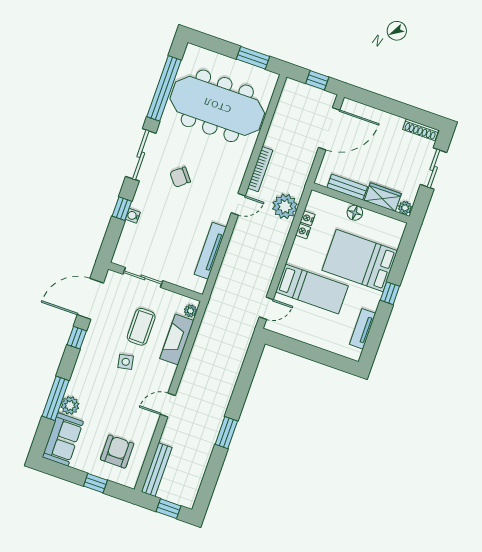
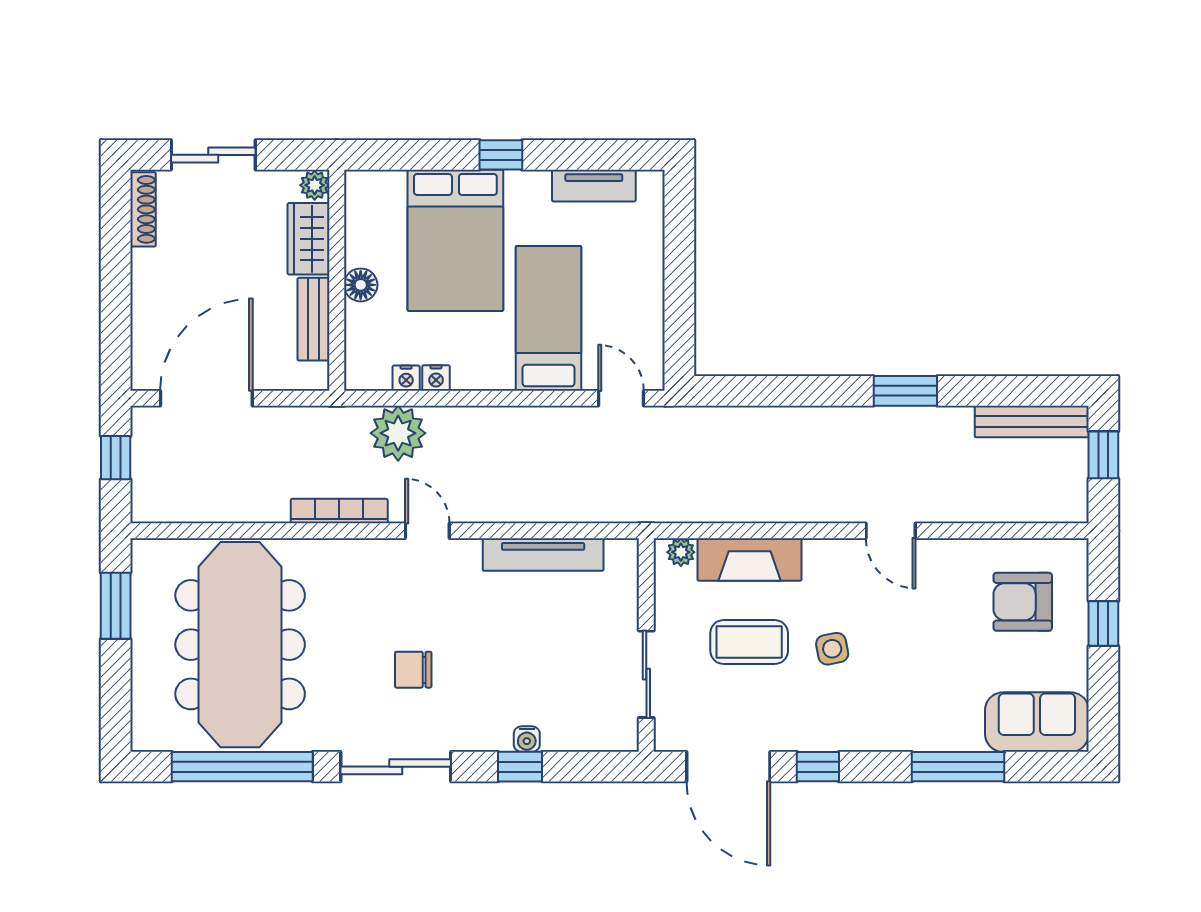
door: (329, 129) -> (206, 398), hinge flipped
chair: (180, 177) -> (413, 670), turned 129
plant: (70, 405) -> (962, 732), removed
bench: (157, 470) -> (1032, 421), moved

